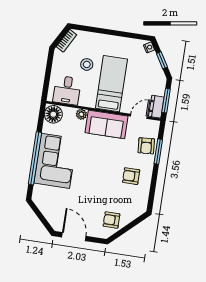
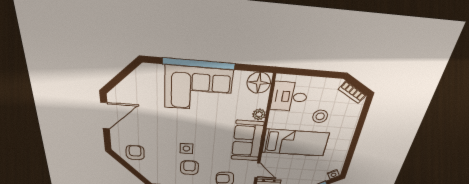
side table: (111, 176) -> (186, 149), added

